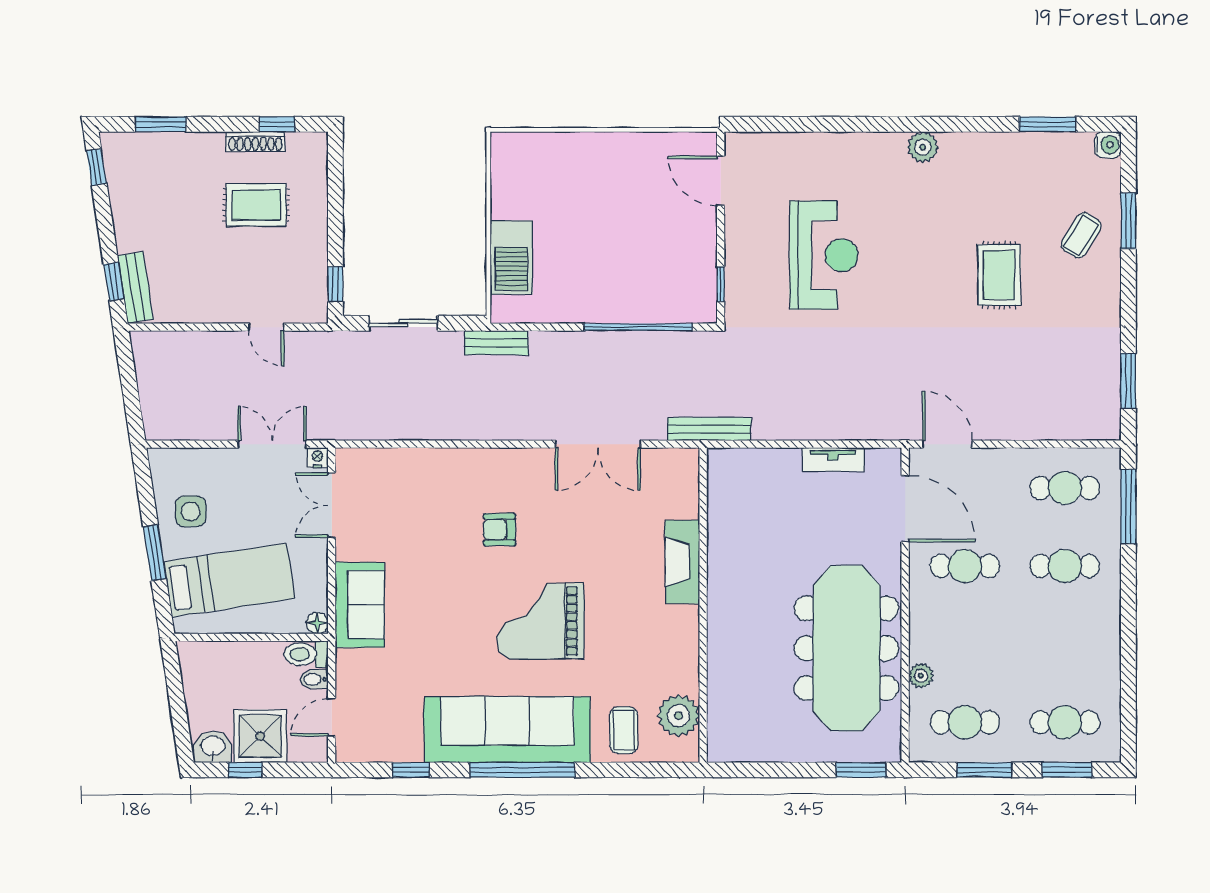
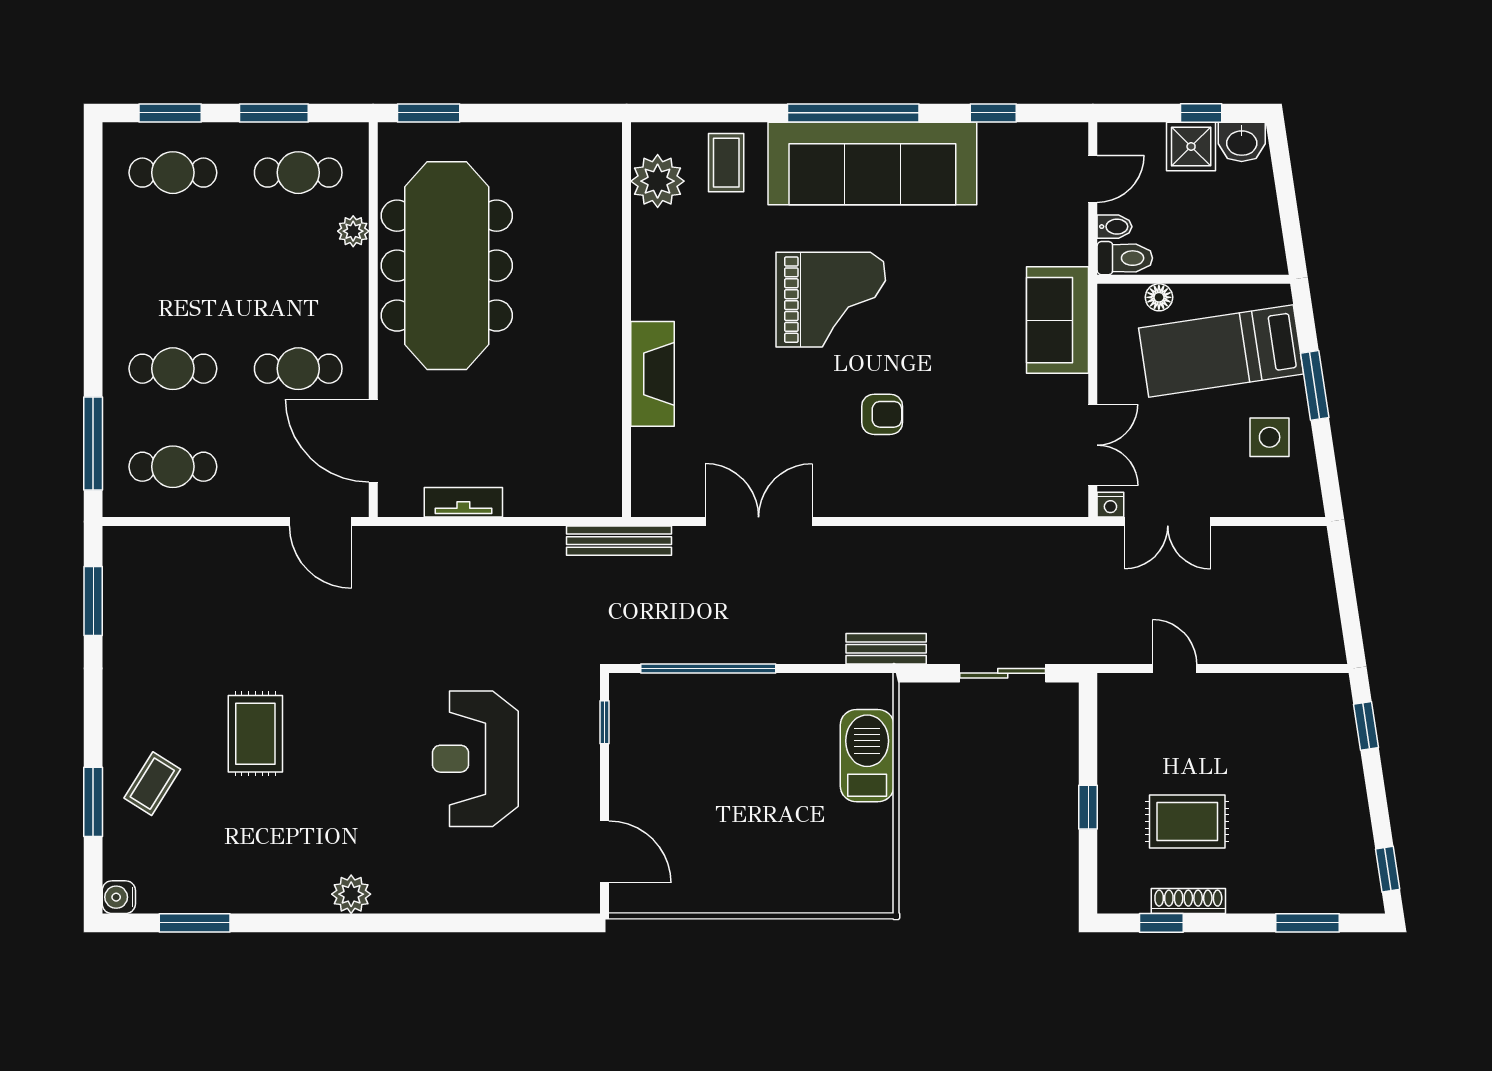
window: (335, 284) -> (1088, 807), moved
bench: (135, 287) -> (1339, 718), removed
floor lamp: (317, 623) -> (1159, 297), moved
shower: (260, 736) -> (1191, 146), width x0.73, depth x0.73

